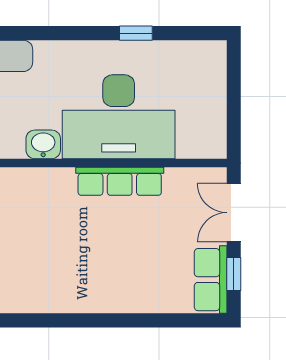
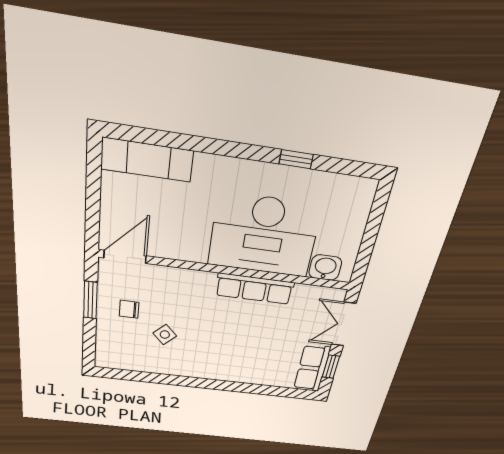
washbasin: (43, 144) -> (325, 268), moved
side table: (24, 256) -> (165, 335), added

